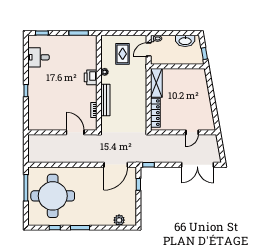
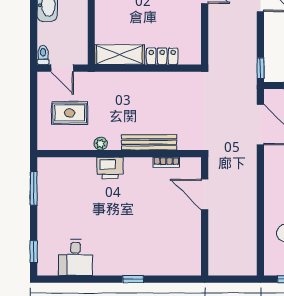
locker: (155, 113) -> (162, 56), width x0.66
door: (75, 132) -> (205, 194), hinge flipped

